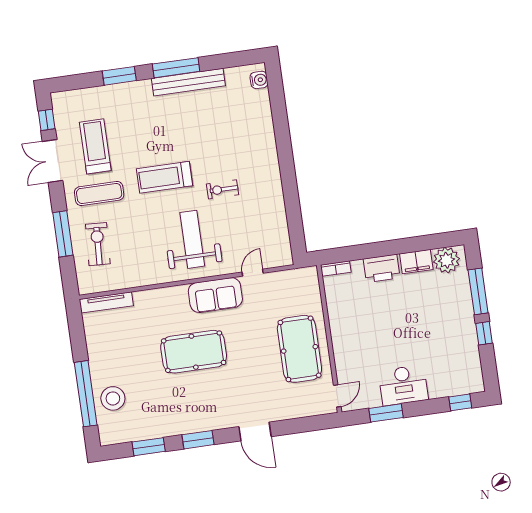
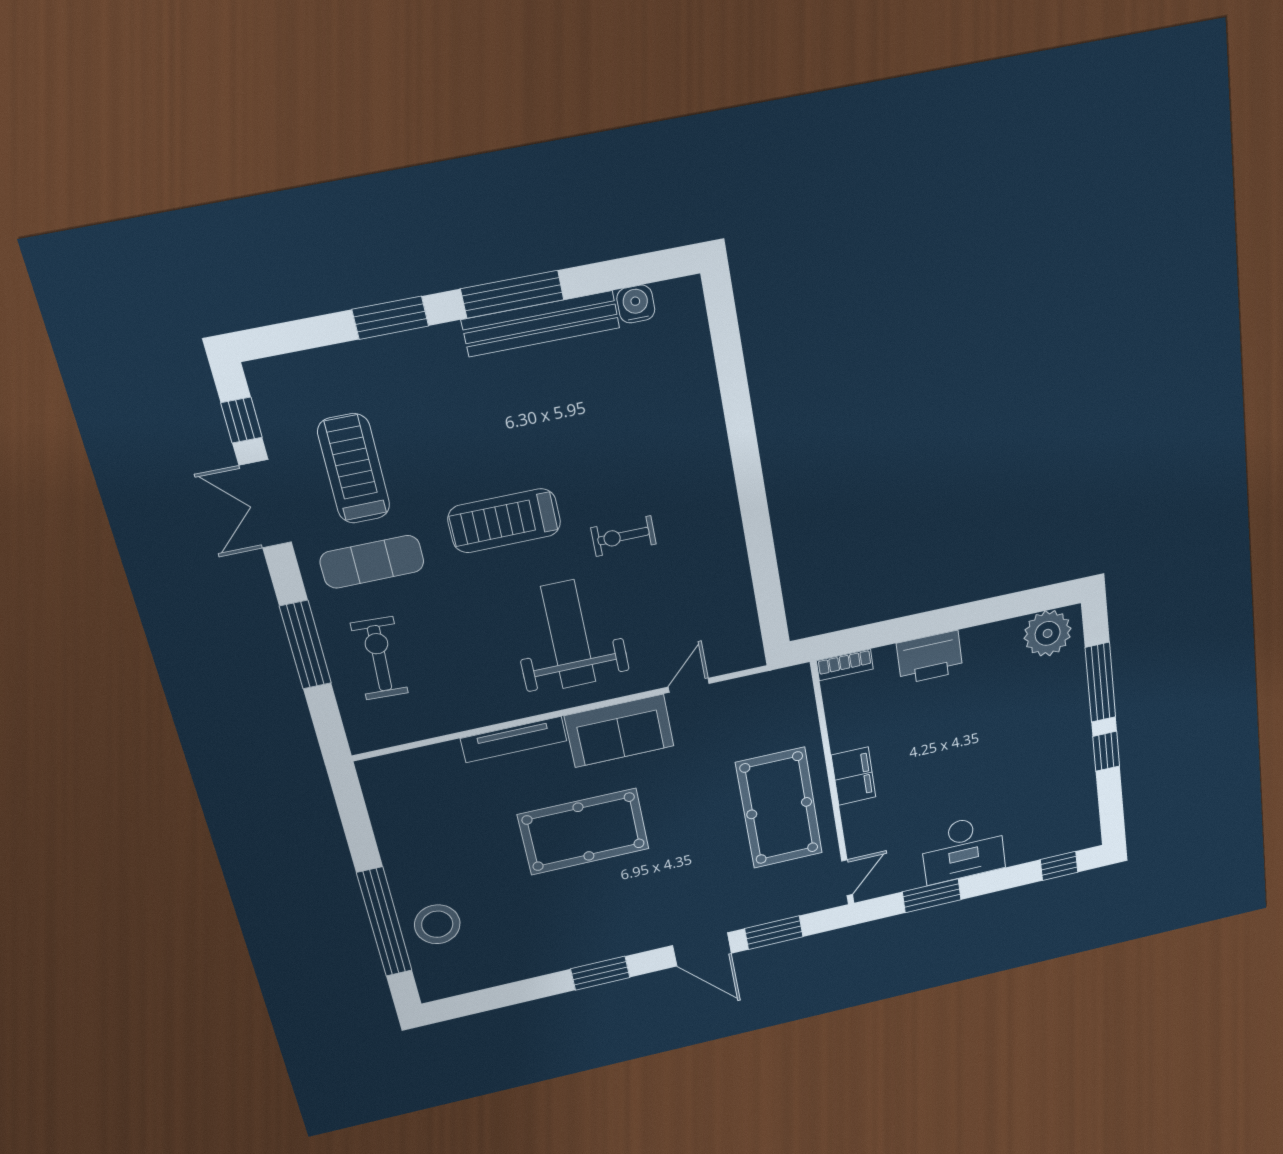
water cooler: (259, 80) -> (636, 304), moved, turned -90
filing cabinet: (416, 262) -> (853, 776), moved, turned -90
tv unit: (106, 302) -> (514, 740), moved
window: (149, 447) -> (774, 933), moved

